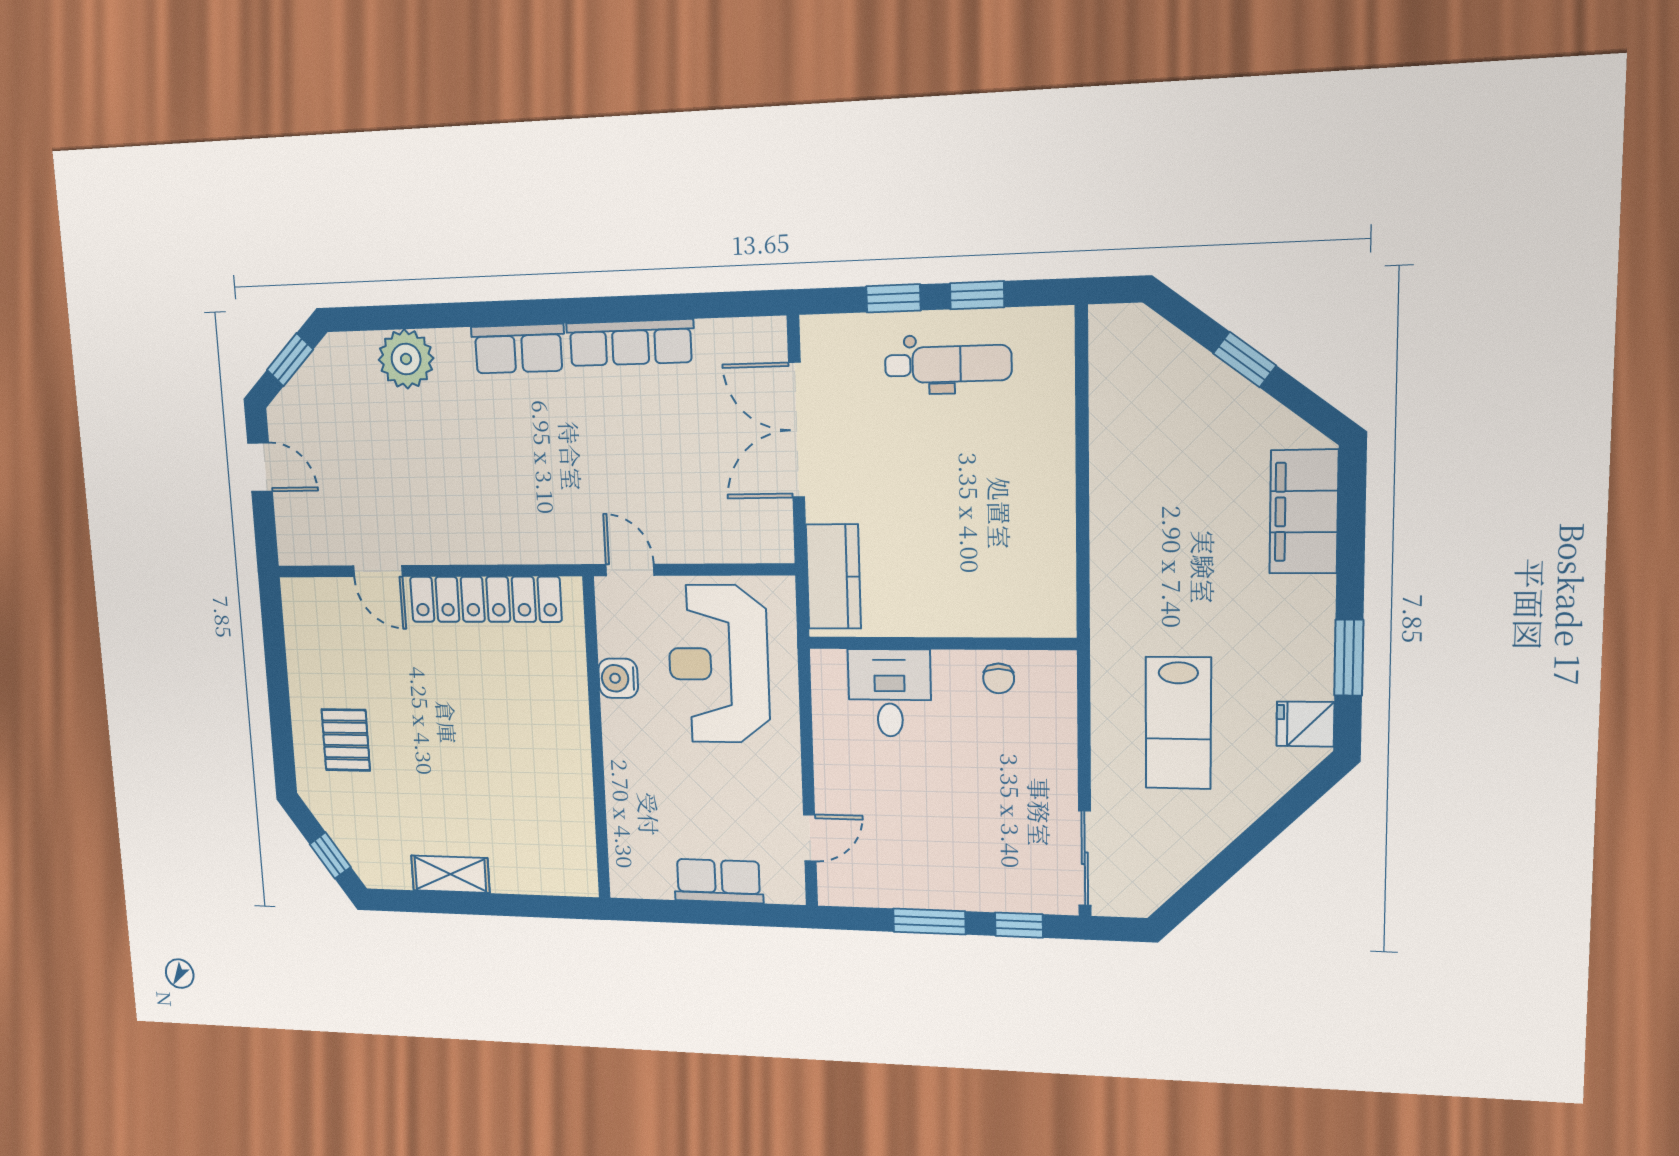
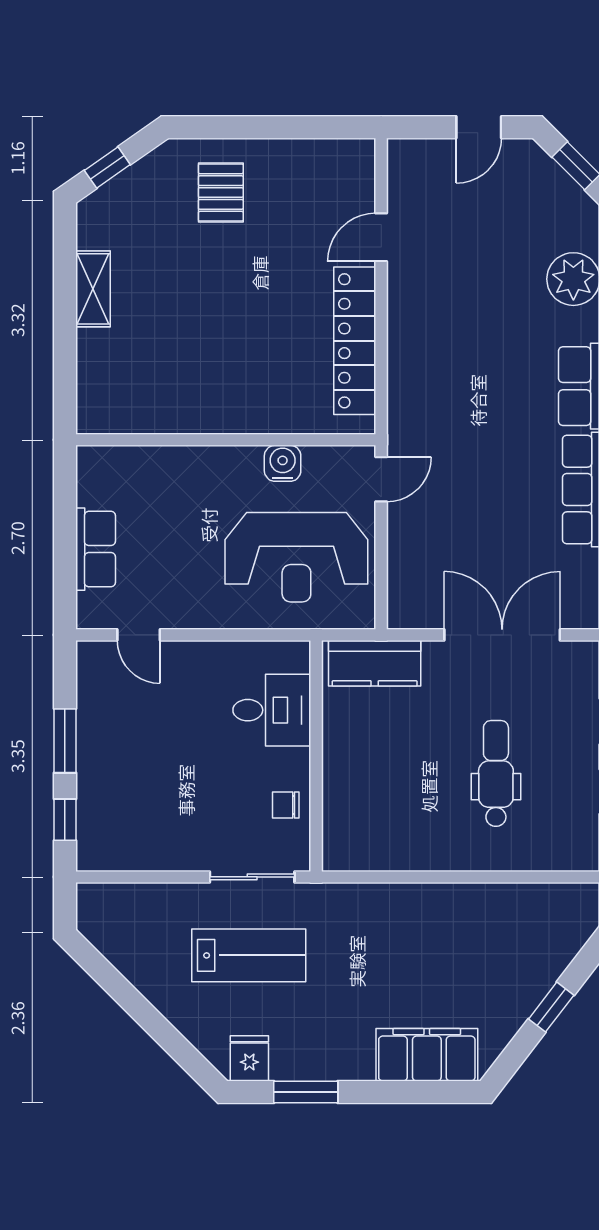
dental chair: (948, 364) -> (496, 773), moved, turned 180
reception desk: (719, 664) -> (296, 557), turned 180
lab bench: (1178, 723) -> (249, 955), turned 180
pallet: (346, 740) -> (221, 193), turned 90
sliding door: (1085, 858) -> (252, 877), moved

